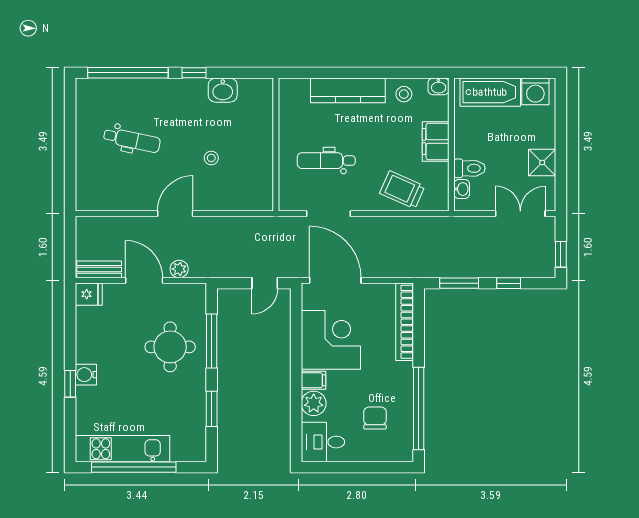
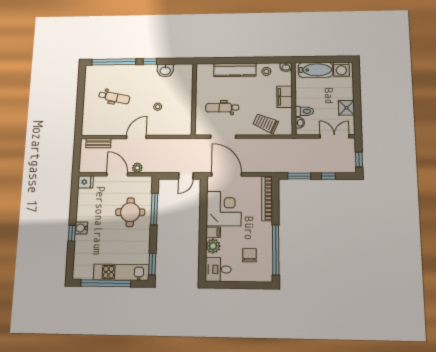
bench: (99, 269) -> (98, 143), moved
window: (212, 409) -> (152, 264), moved
kitchen unit: (123, 449) -> (121, 272), moved

